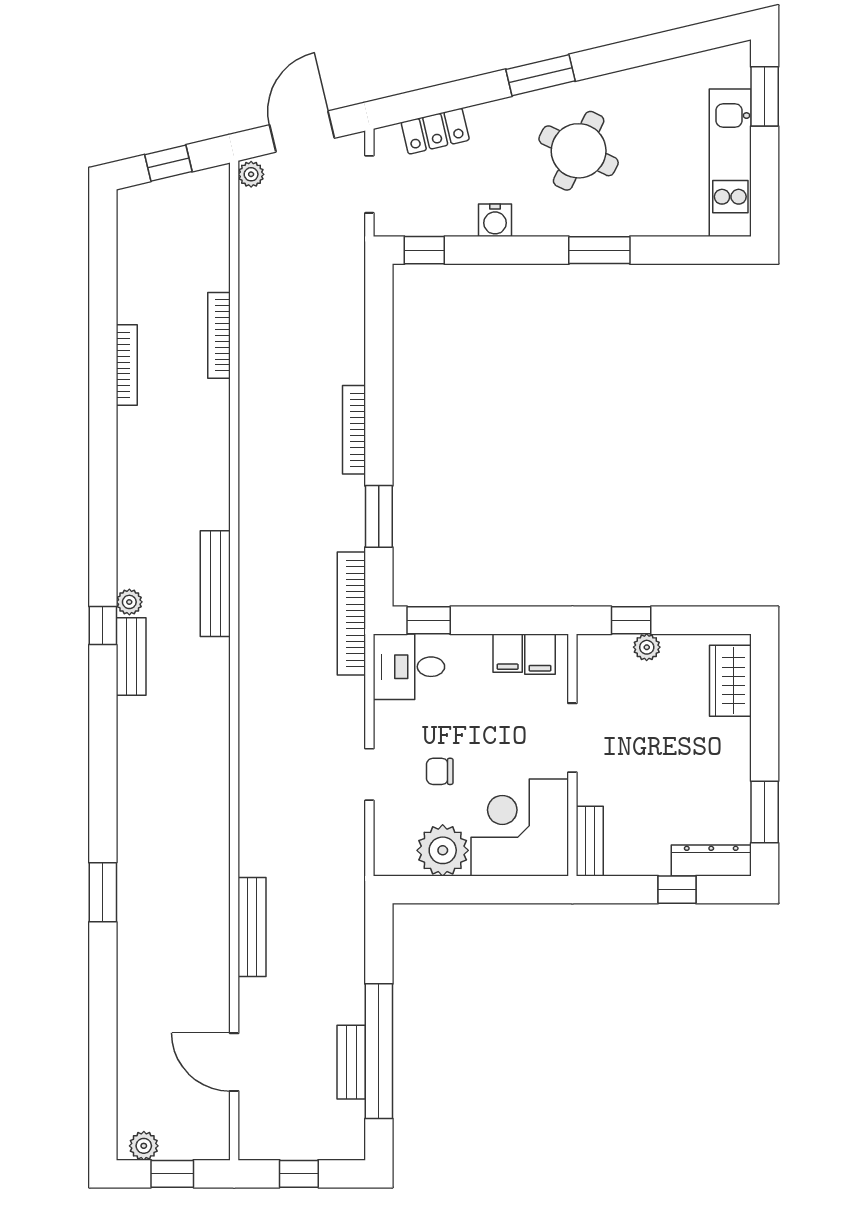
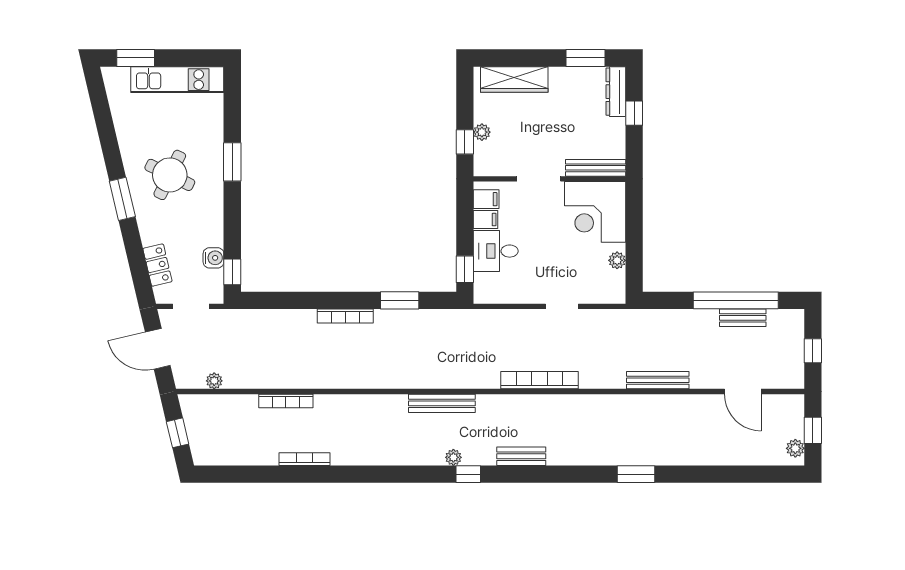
plant: (251, 174) -> (214, 381), moved
water cooler: (495, 220) -> (213, 258), moved
bookcase: (351, 613) -> (540, 380), moved, turned 180
bench: (131, 656) -> (521, 456), moved
desk: (409, 667) -> (496, 251), moved, turned 90
wardrobe: (730, 681) -> (514, 79), width x1.50
chair: (440, 771) -> (560, 262), removed
bench: (590, 841) -> (596, 168), width x1.36
plant: (443, 850) -> (617, 260), width x0.53, depth x0.53
door: (234, 1062) -> (743, 391), hinge flipped

